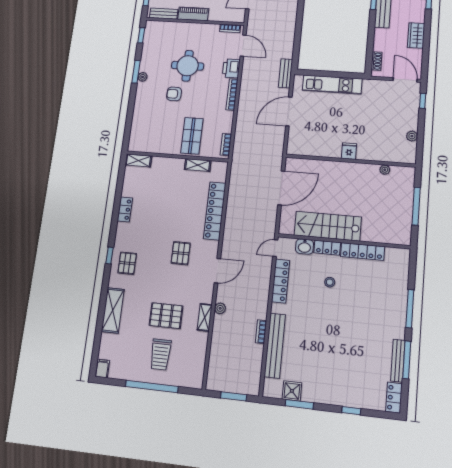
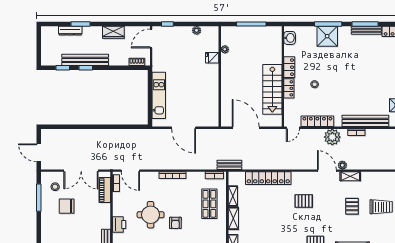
piano: (193, 14) -> (105, 190), moved
door: (243, 46) -> (130, 171), swing flipped
printer: (231, 68) -> (119, 224), moved, turned -90
bench: (286, 73) -> (229, 165), moved
shop shelf: (192, 136) -> (209, 204), turned 90
fridge: (349, 151) -> (212, 58), moved
shelving: (170, 163) -> (233, 218), added
washbasin: (305, 247) -> (290, 38), moved
door: (275, 248) -> (293, 128), hinge flipped
locker: (362, 252) -> (289, 67), width x0.66
door: (217, 271) -> (327, 171), moved
plant: (258, 299) -> (332, 137), added
shower: (393, 306) -> (327, 36), added
pallet: (166, 316) -> (352, 206), width x0.67, depth x0.71

